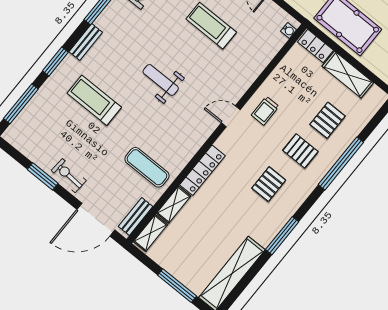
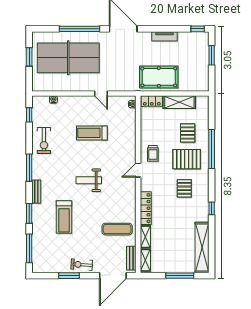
treadmill: (94, 100) -> (64, 217), turned -90
pallet: (300, 151) -> (187, 159), width x1.50, depth x1.42
window: (282, 236) -> (212, 208), width x0.46

